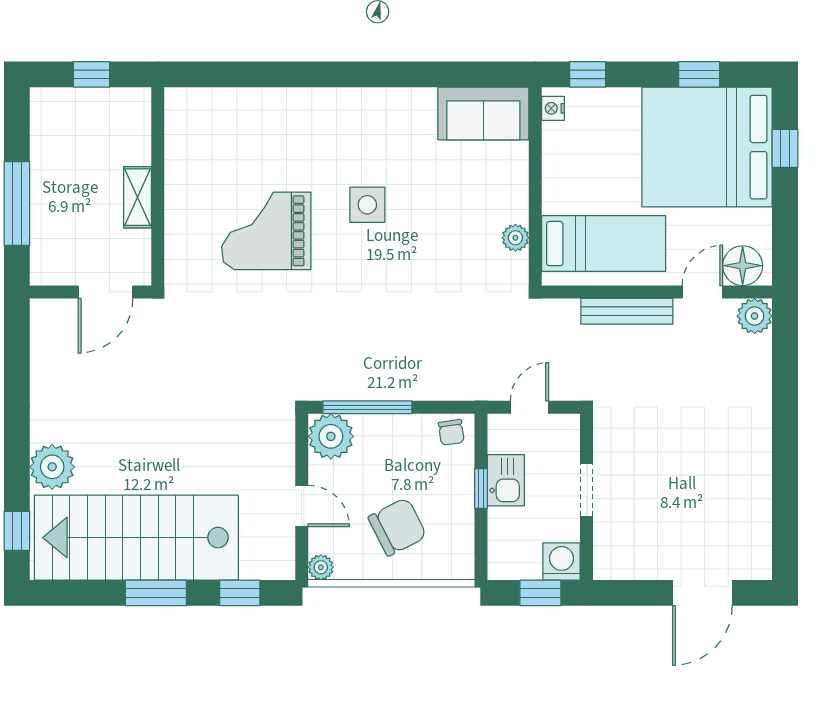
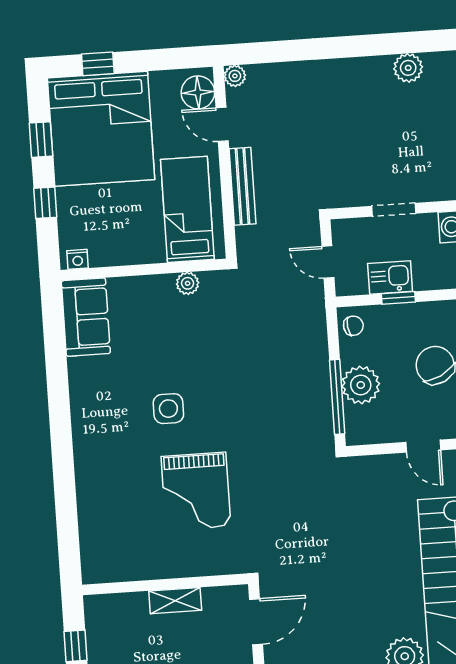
window: (588, 74) -> (45, 203), moved
door: (106, 292) -> (256, 622), hinge flipped
plant: (755, 316) -> (235, 76), width x0.73, depth x0.73
plant: (331, 436) -> (361, 385), moved
door: (302, 506) -> (423, 446), swing flipped
plant: (755, 519) -> (408, 68), added

